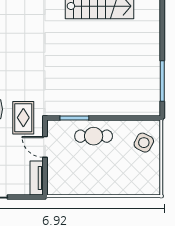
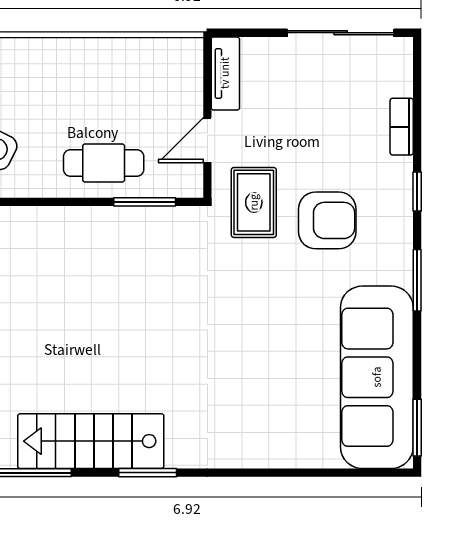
door: (45, 147) -> (207, 140), swing flipped

